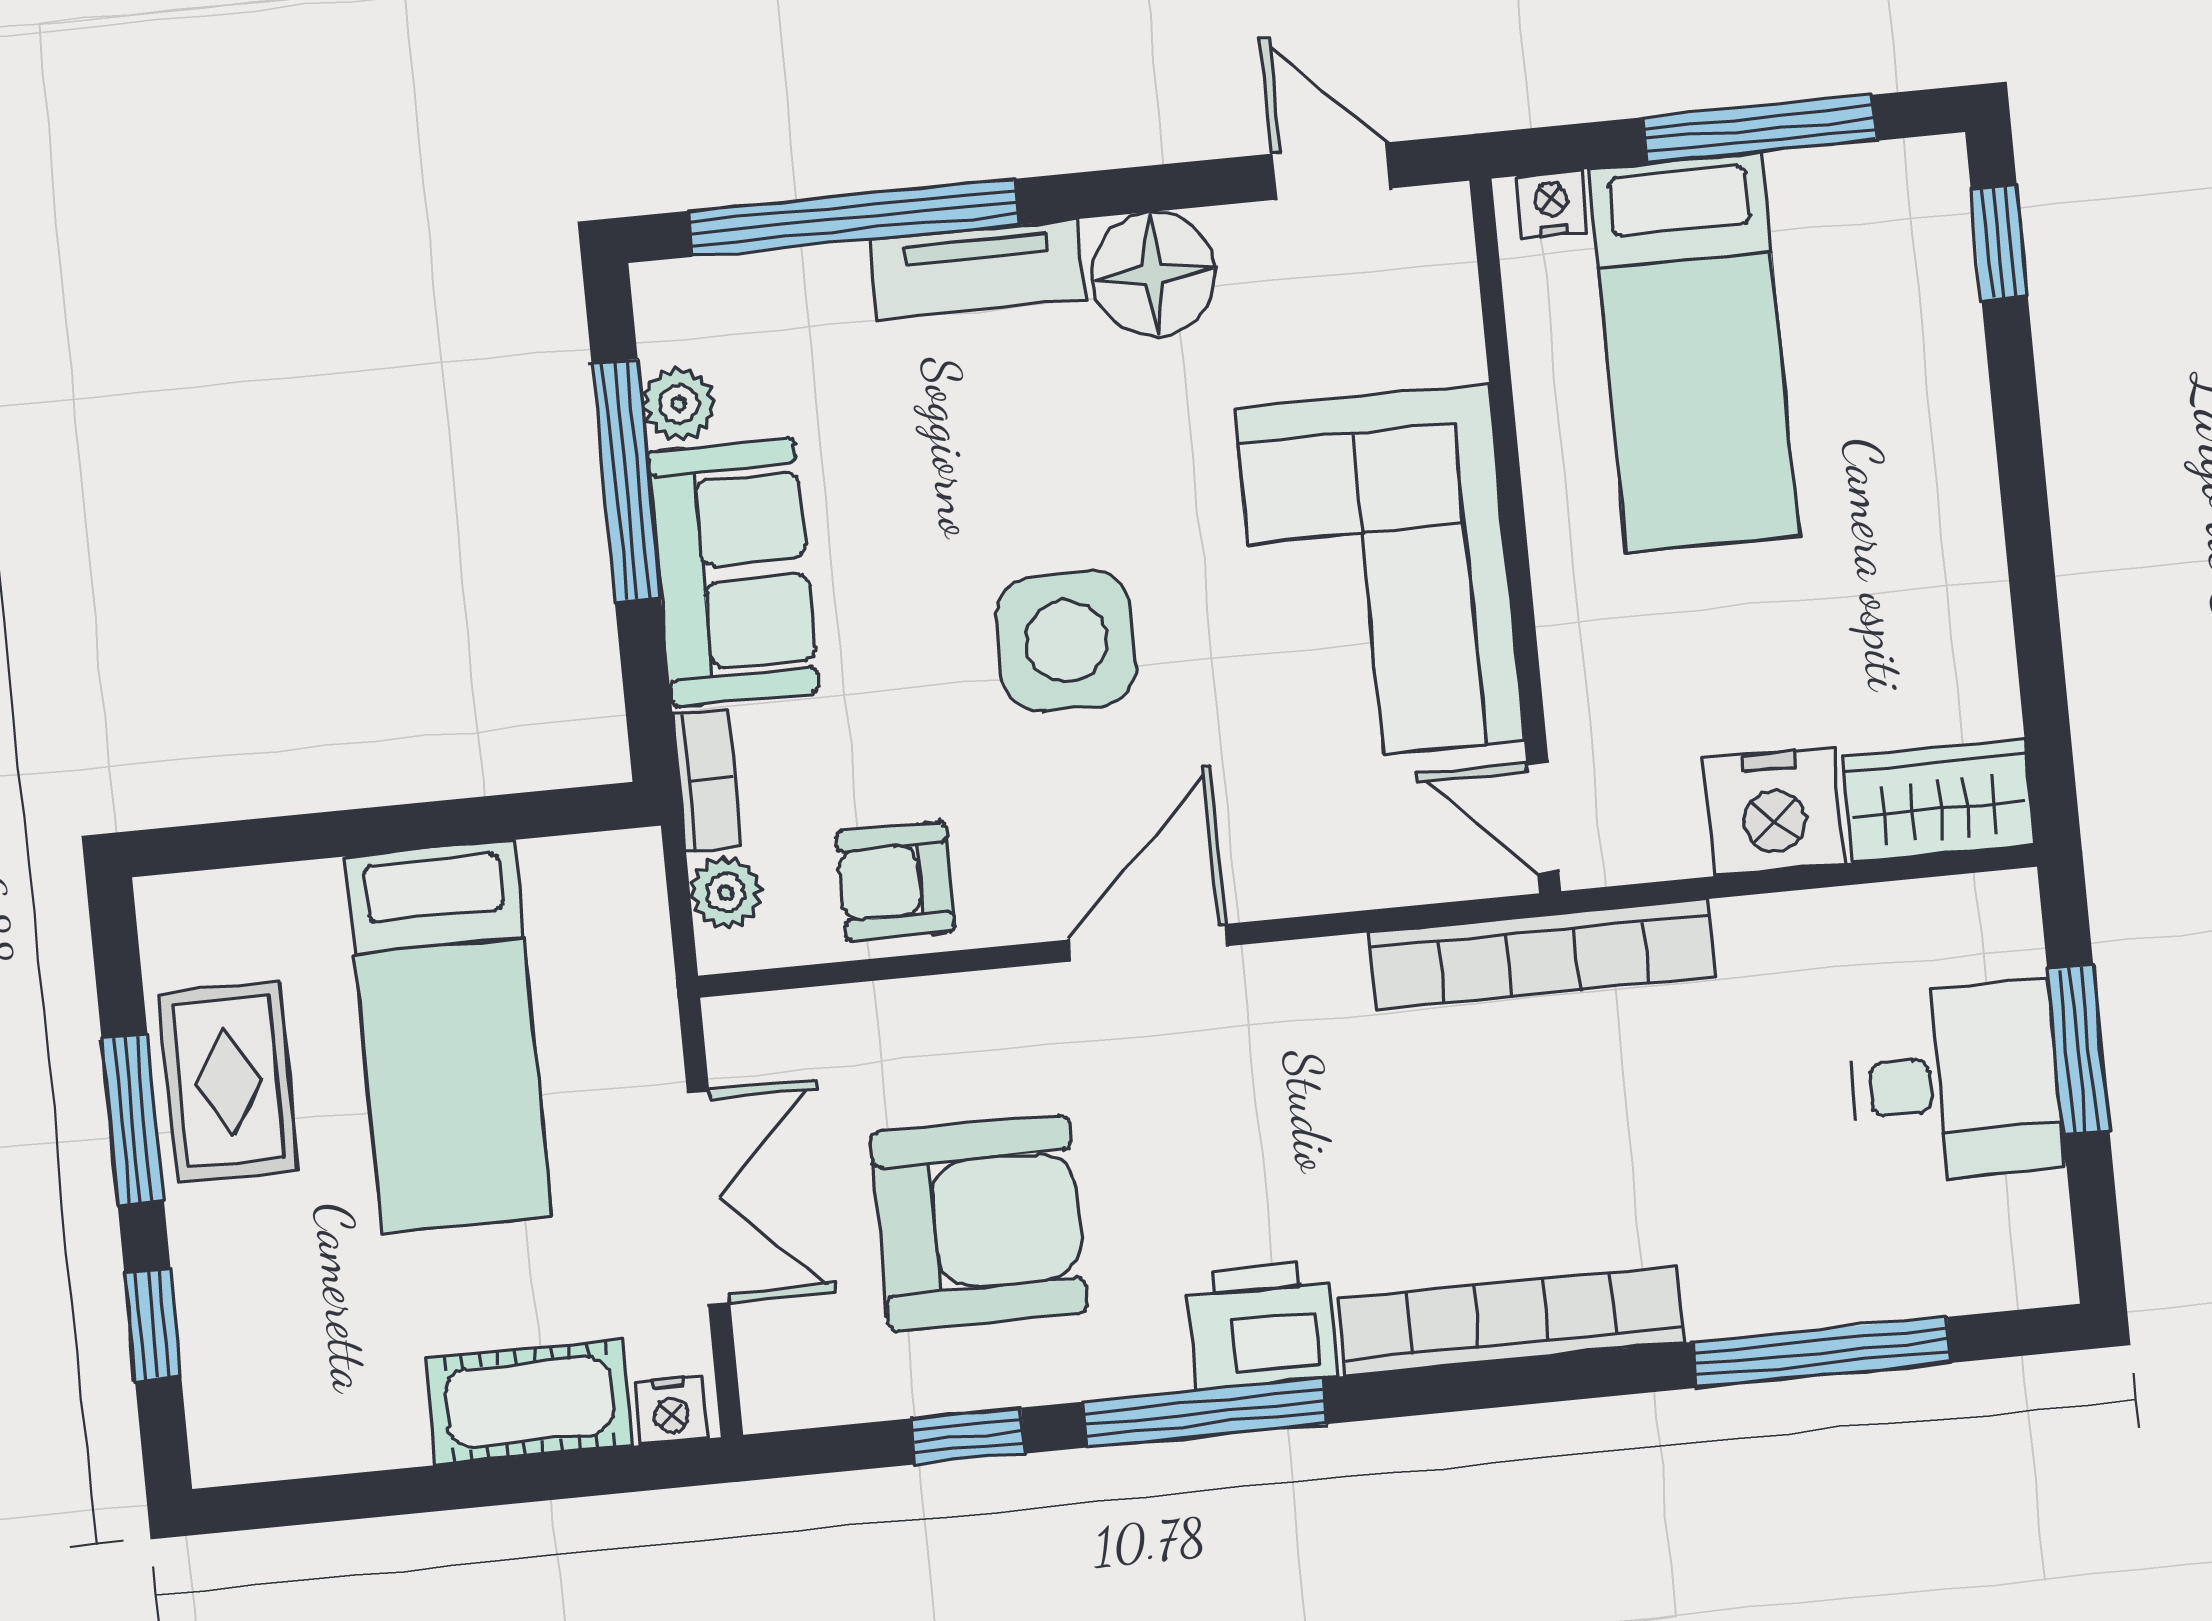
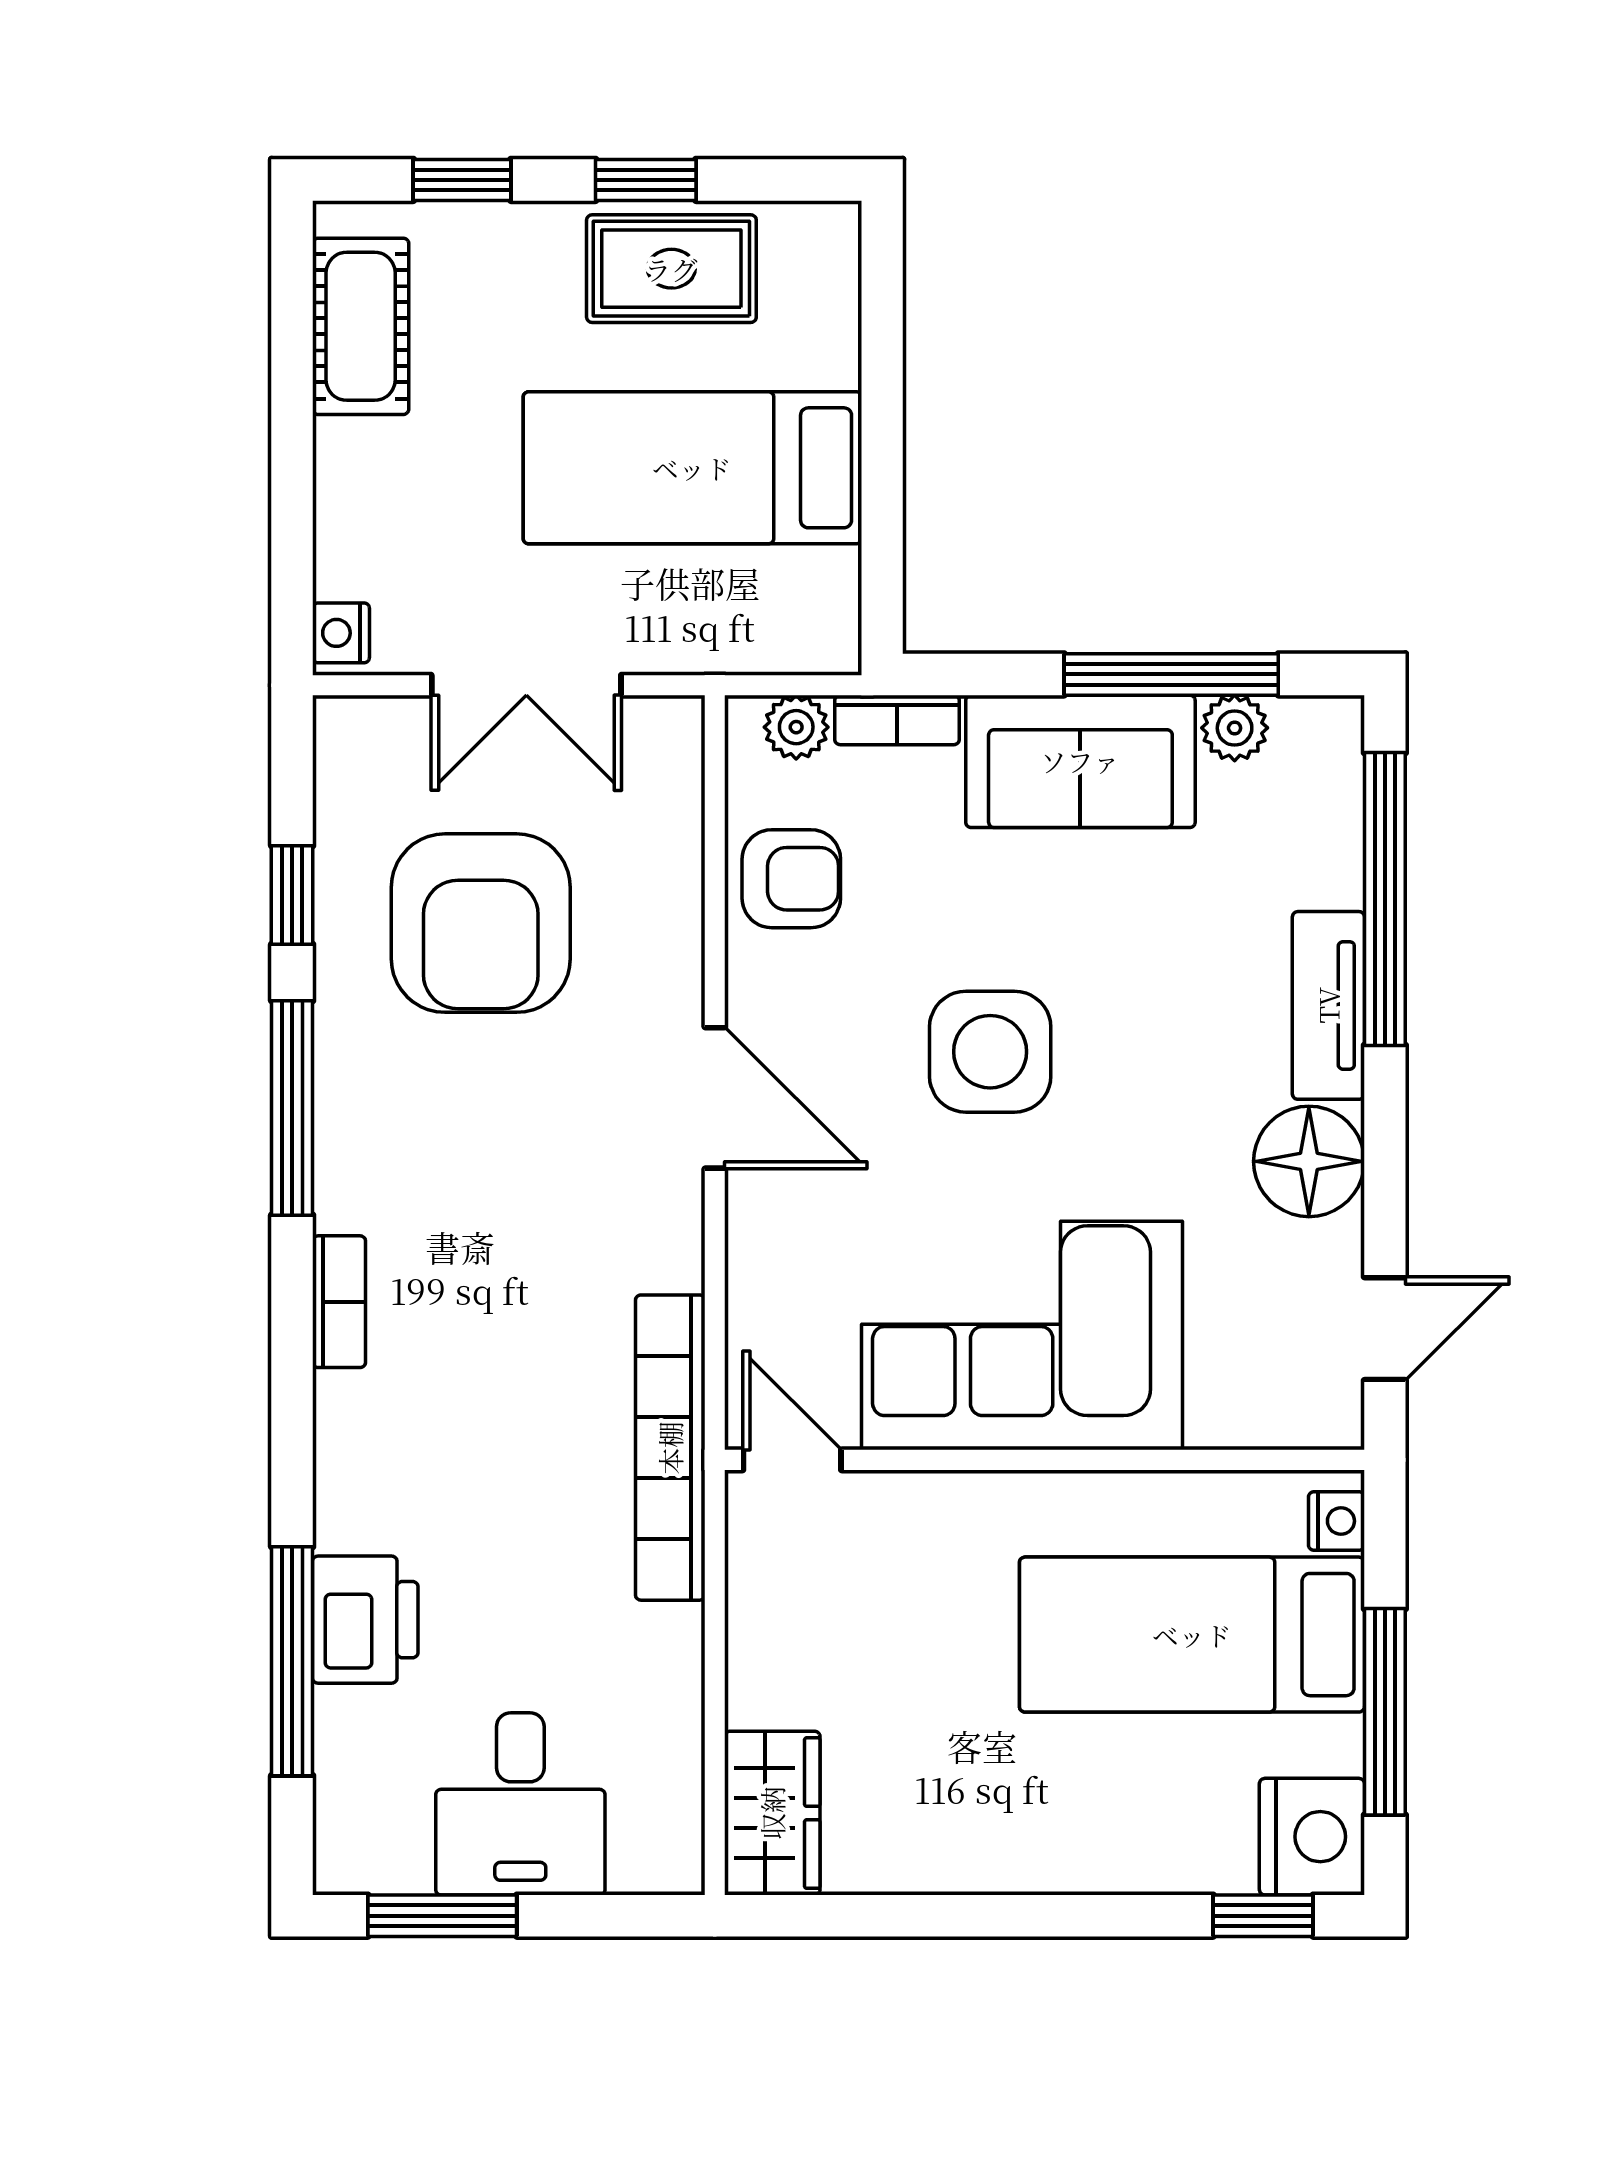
nightstand: (1774, 811) -> (1312, 1837), moved, turned 180
door: (1543, 817) -> (792, 1460), hinge flipped
armchair: (895, 881) -> (791, 879), turned 90
window: (2078, 1050) -> (442, 1916), moved
window: (133, 1120) -> (646, 180), width x0.67
bookcase: (1512, 1321) -> (339, 1302), width x0.43, depth x0.76
printer: (1261, 1325) -> (365, 1620), moved
cot: (529, 1402) -> (361, 326), moved

